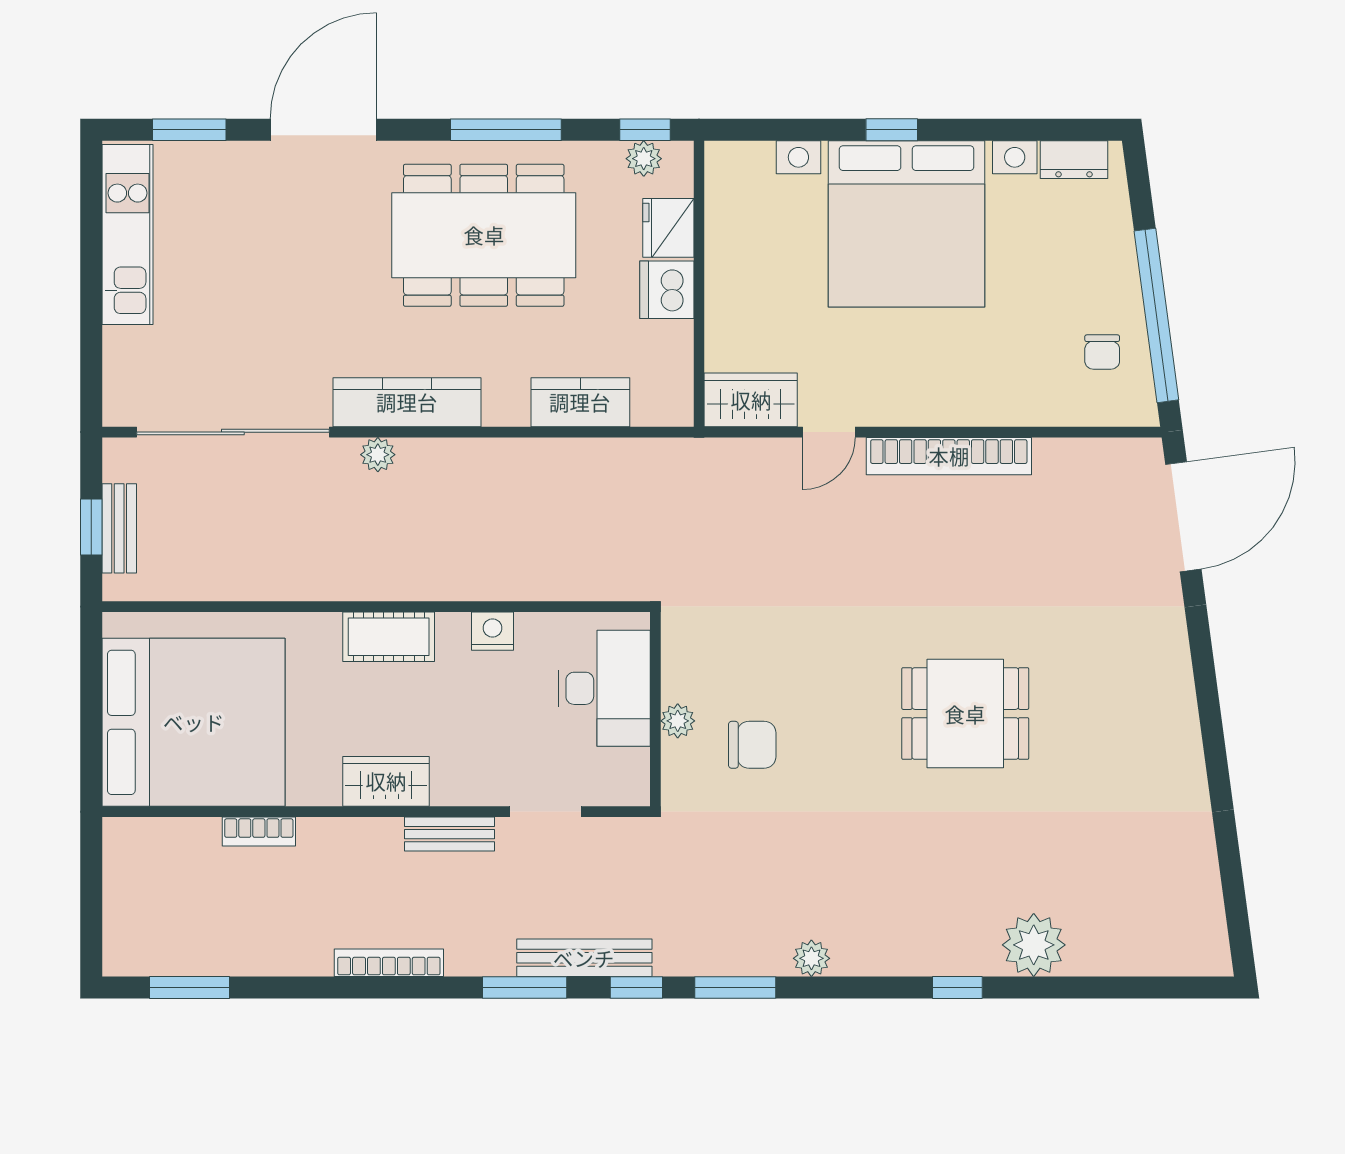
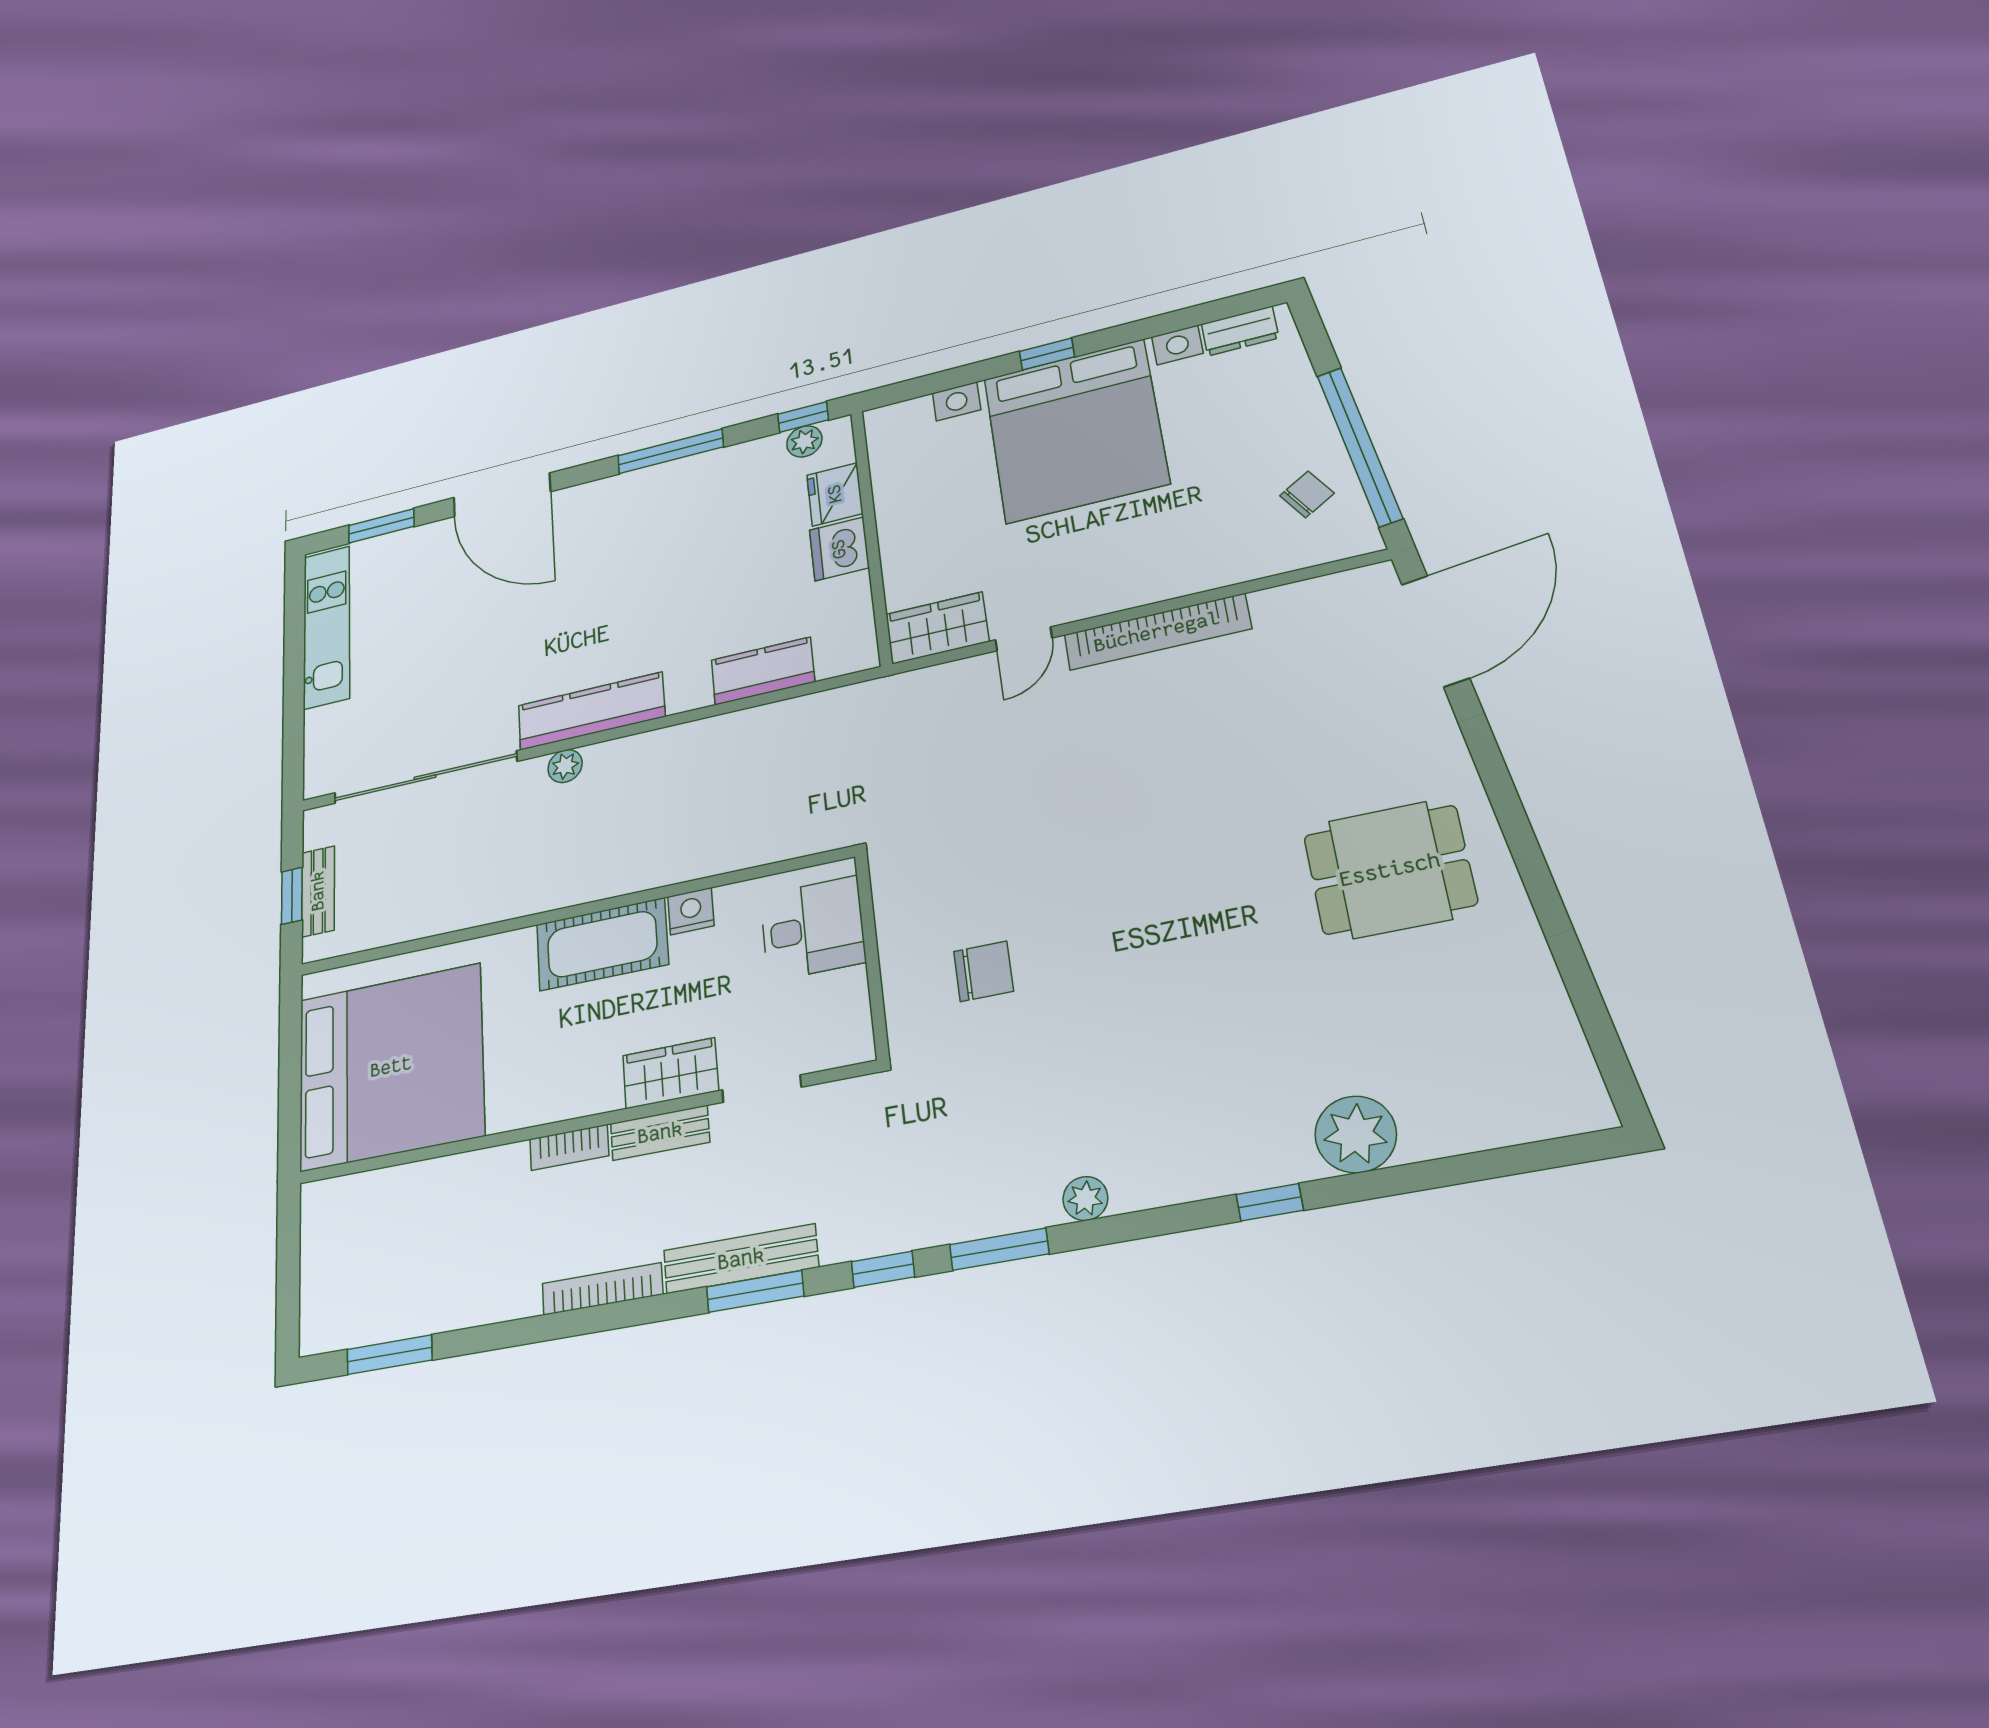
door: (323, 130) -> (502, 495), swing flipped
dining table: (484, 235) -> (656, 545), removed
chair: (1102, 352) -> (1307, 494), turned -122
cot: (389, 637) -> (602, 944), width x1.37, depth x1.34
desk: (604, 688) -> (813, 928), width x0.73
dining table: (965, 714) -> (1390, 870), moved
plant: (678, 721) -> (898, 963), removed
wardrobe: (386, 781) -> (671, 1073), moved
bookcase: (259, 832) -> (569, 1147), moved
bench: (584, 958) -> (741, 1259), moved

